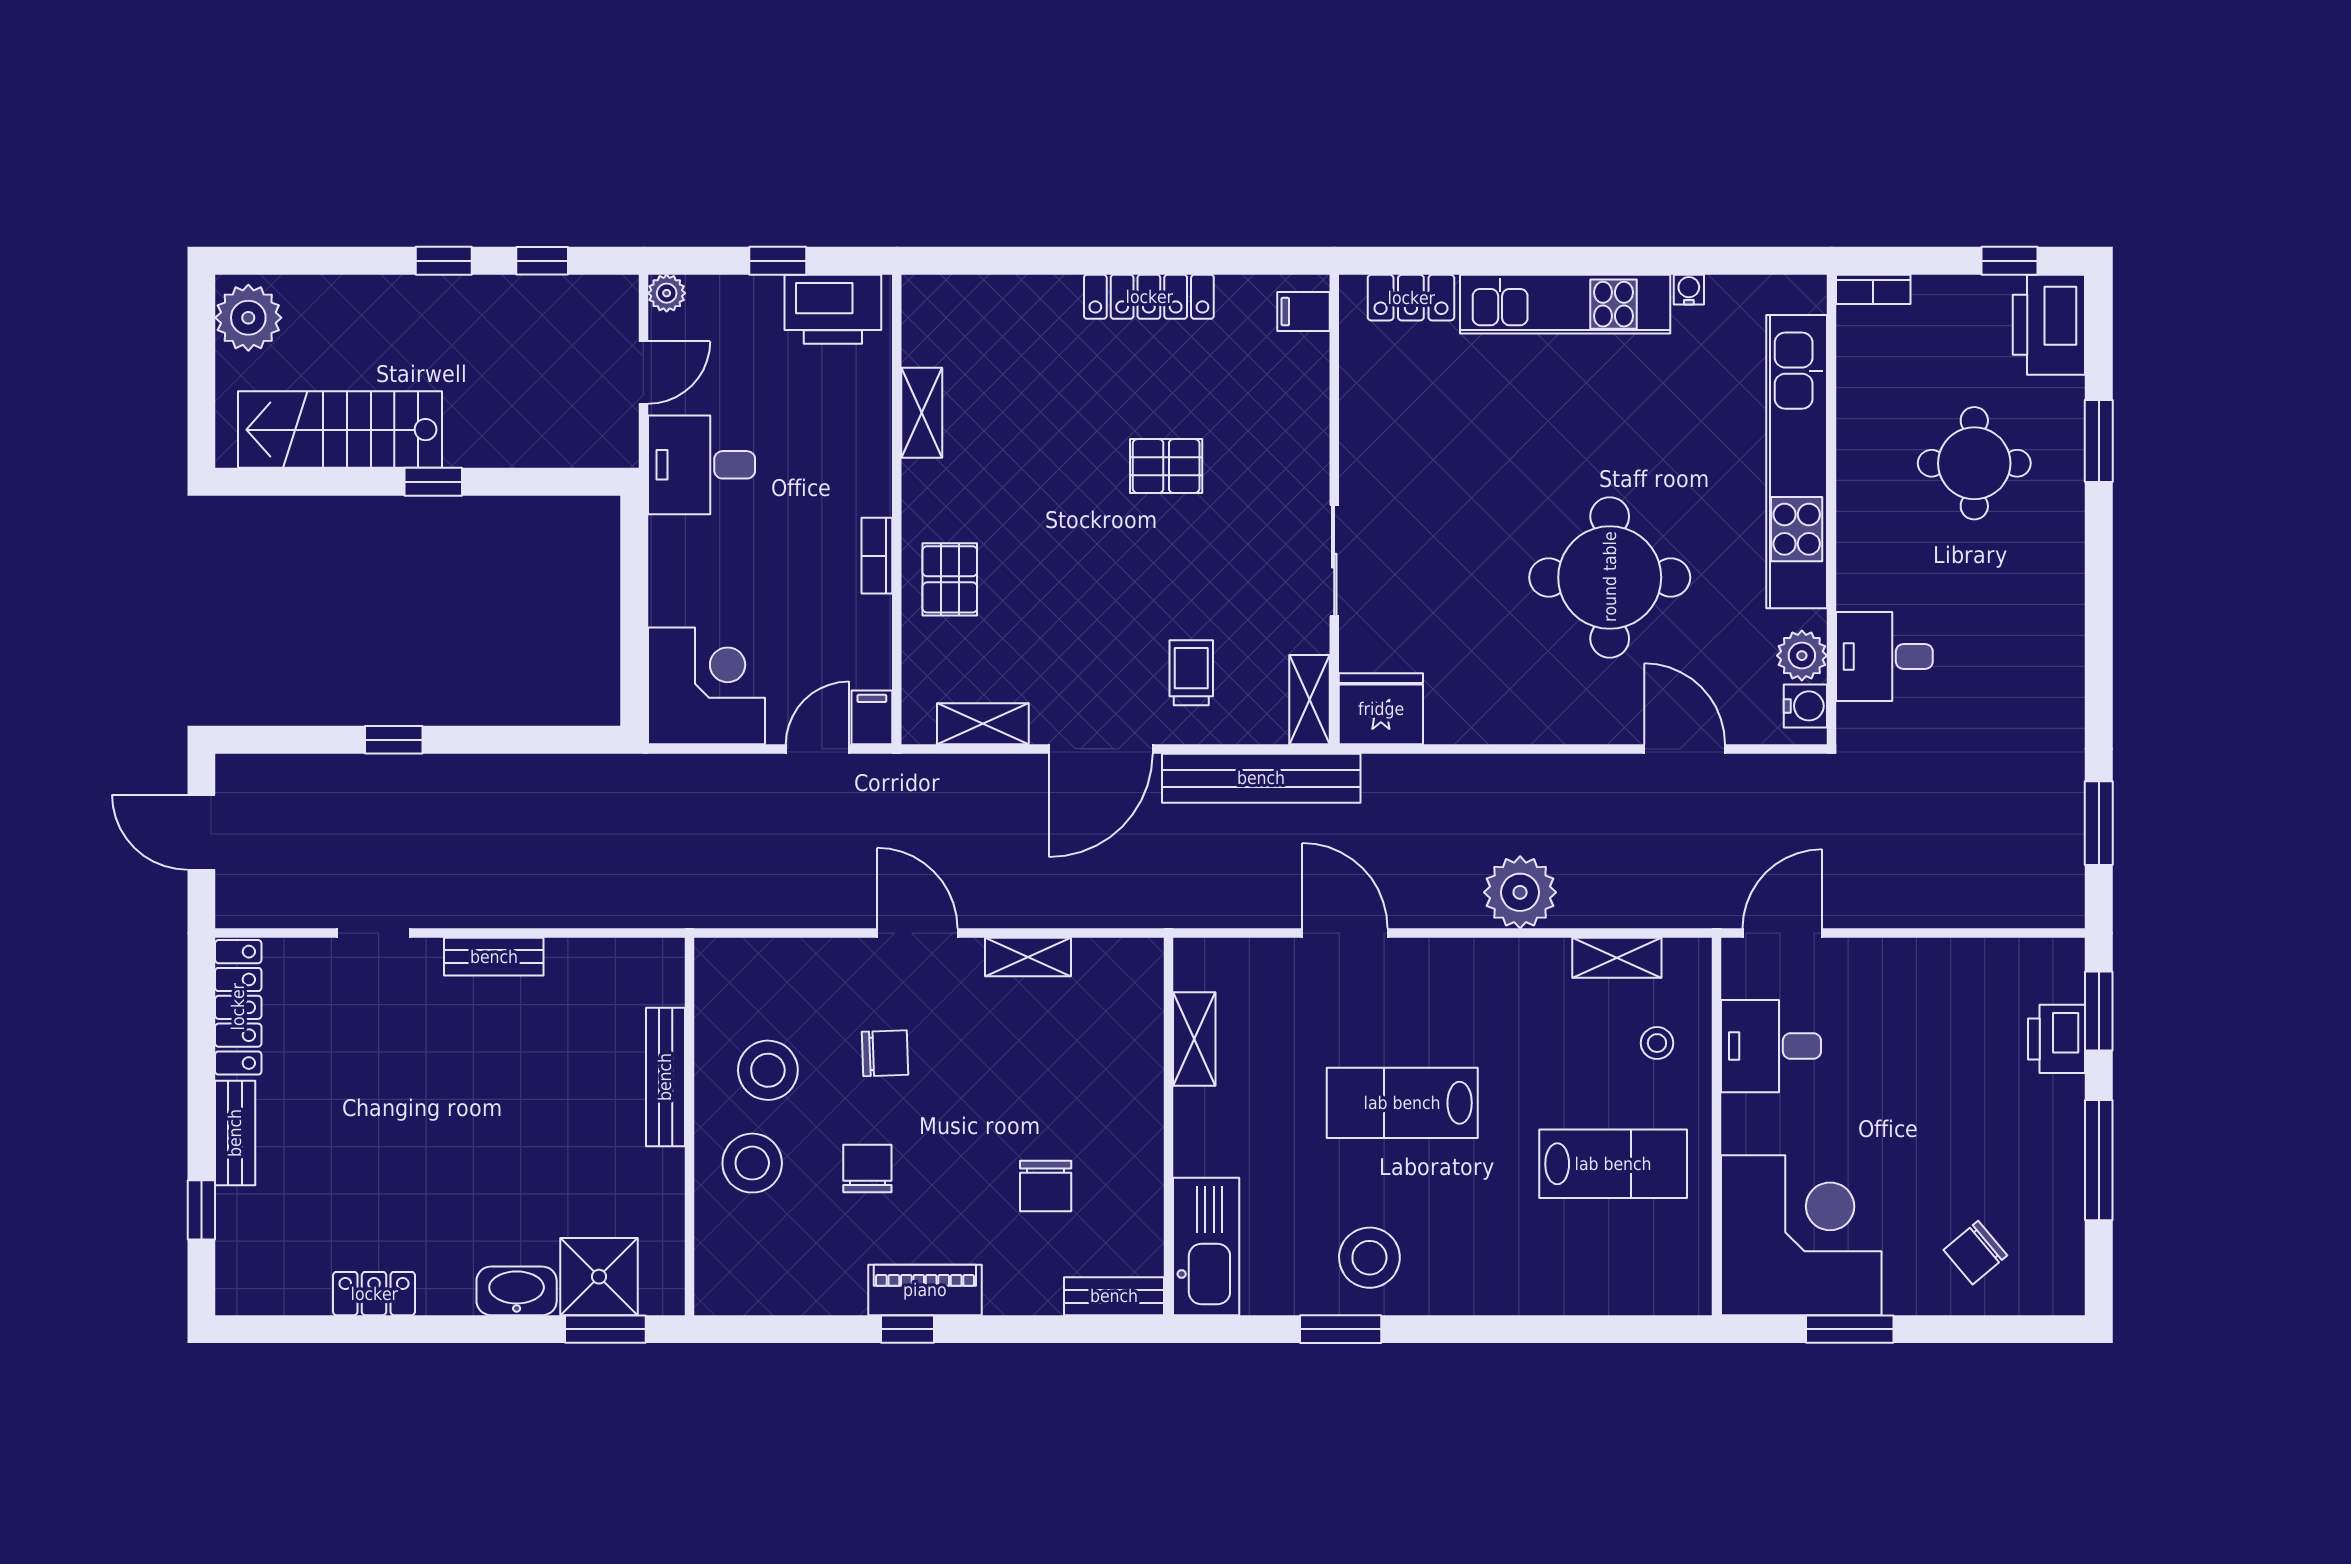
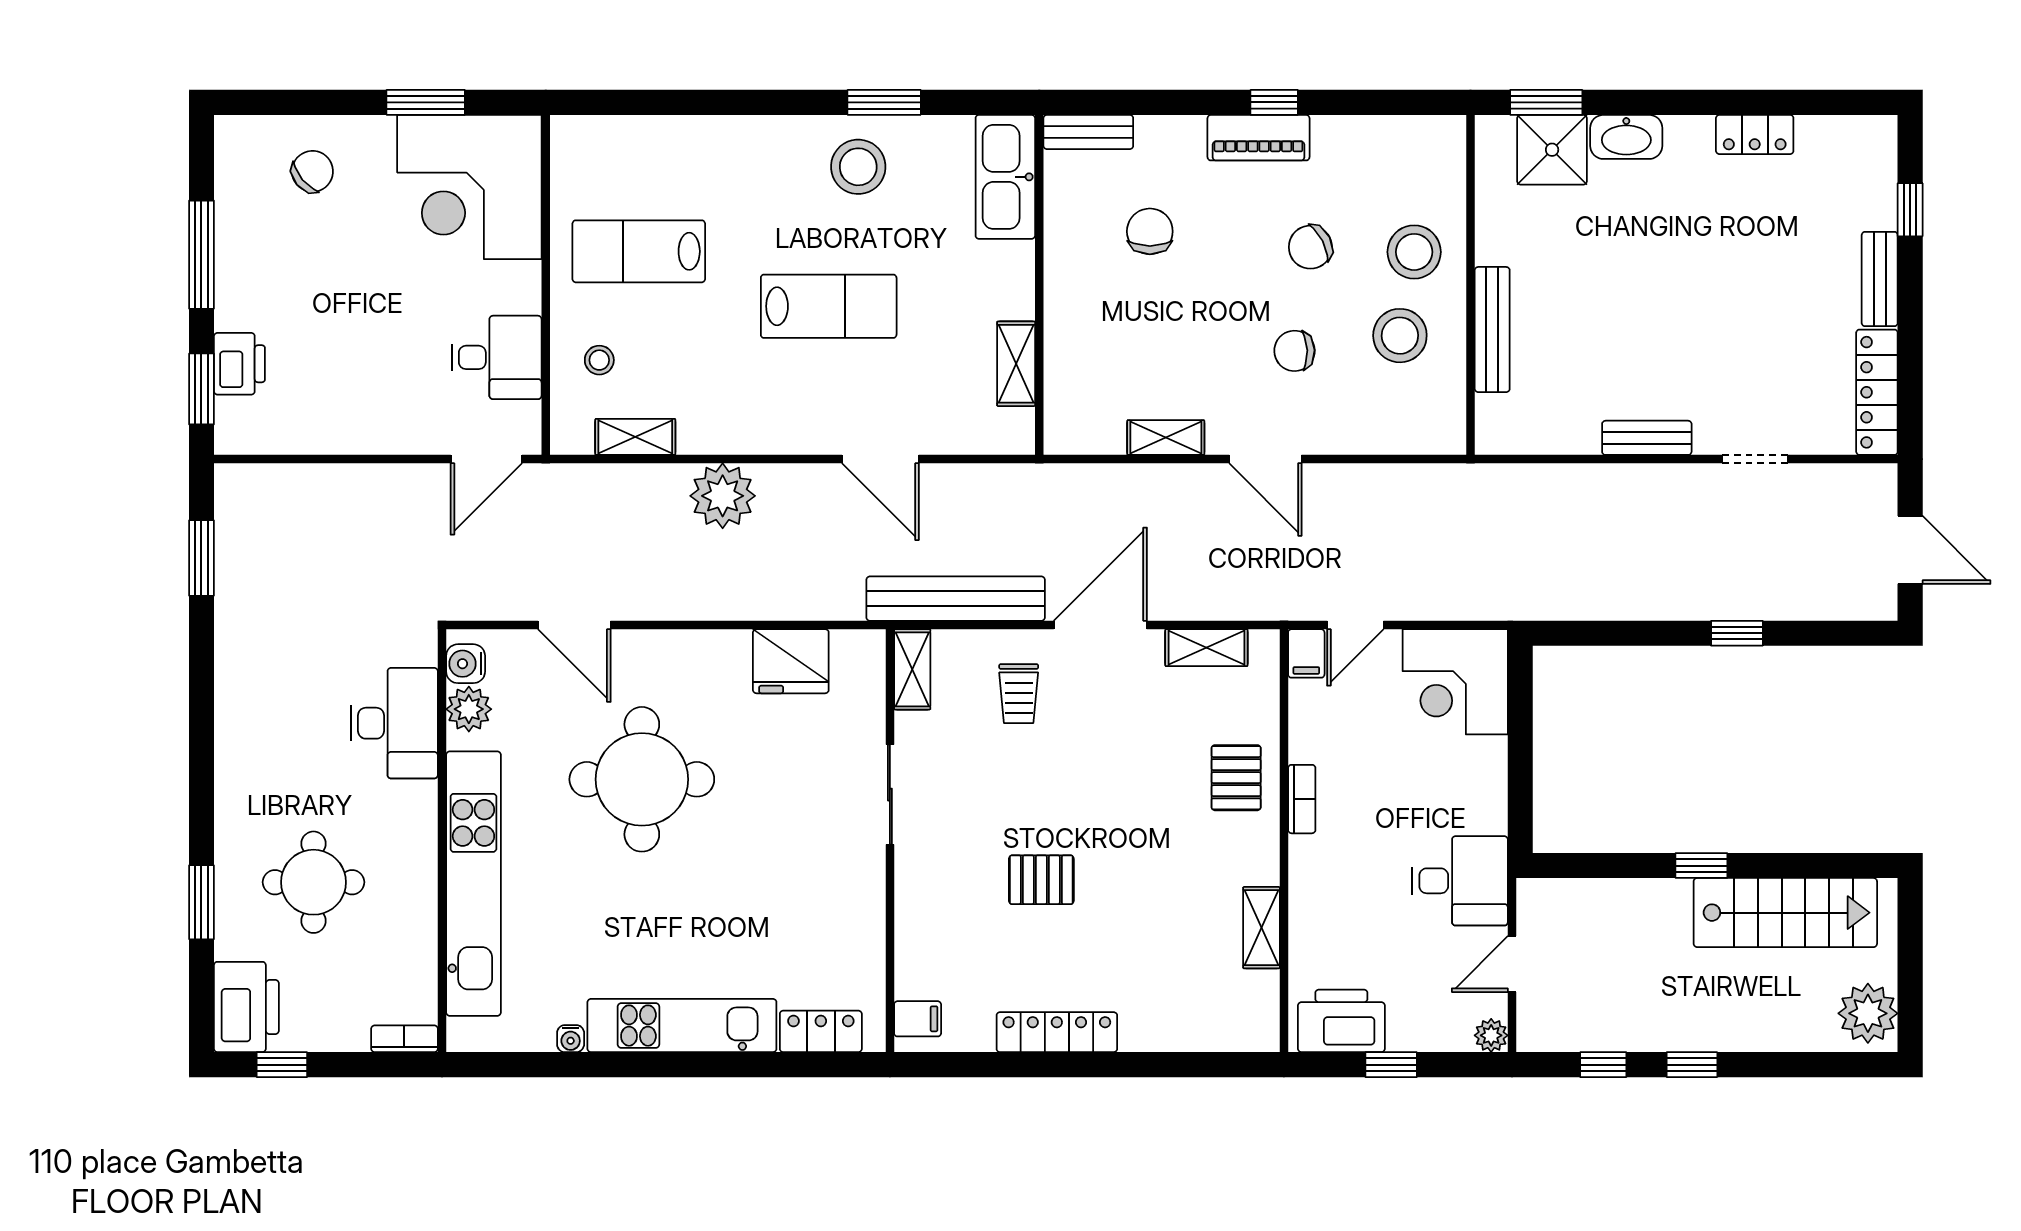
desk: (1884, 657) -> (394, 723), width x1.37
fridge: (1381, 709) -> (791, 661), moved
chair: (867, 1168) -> (1310, 247), turned 63

